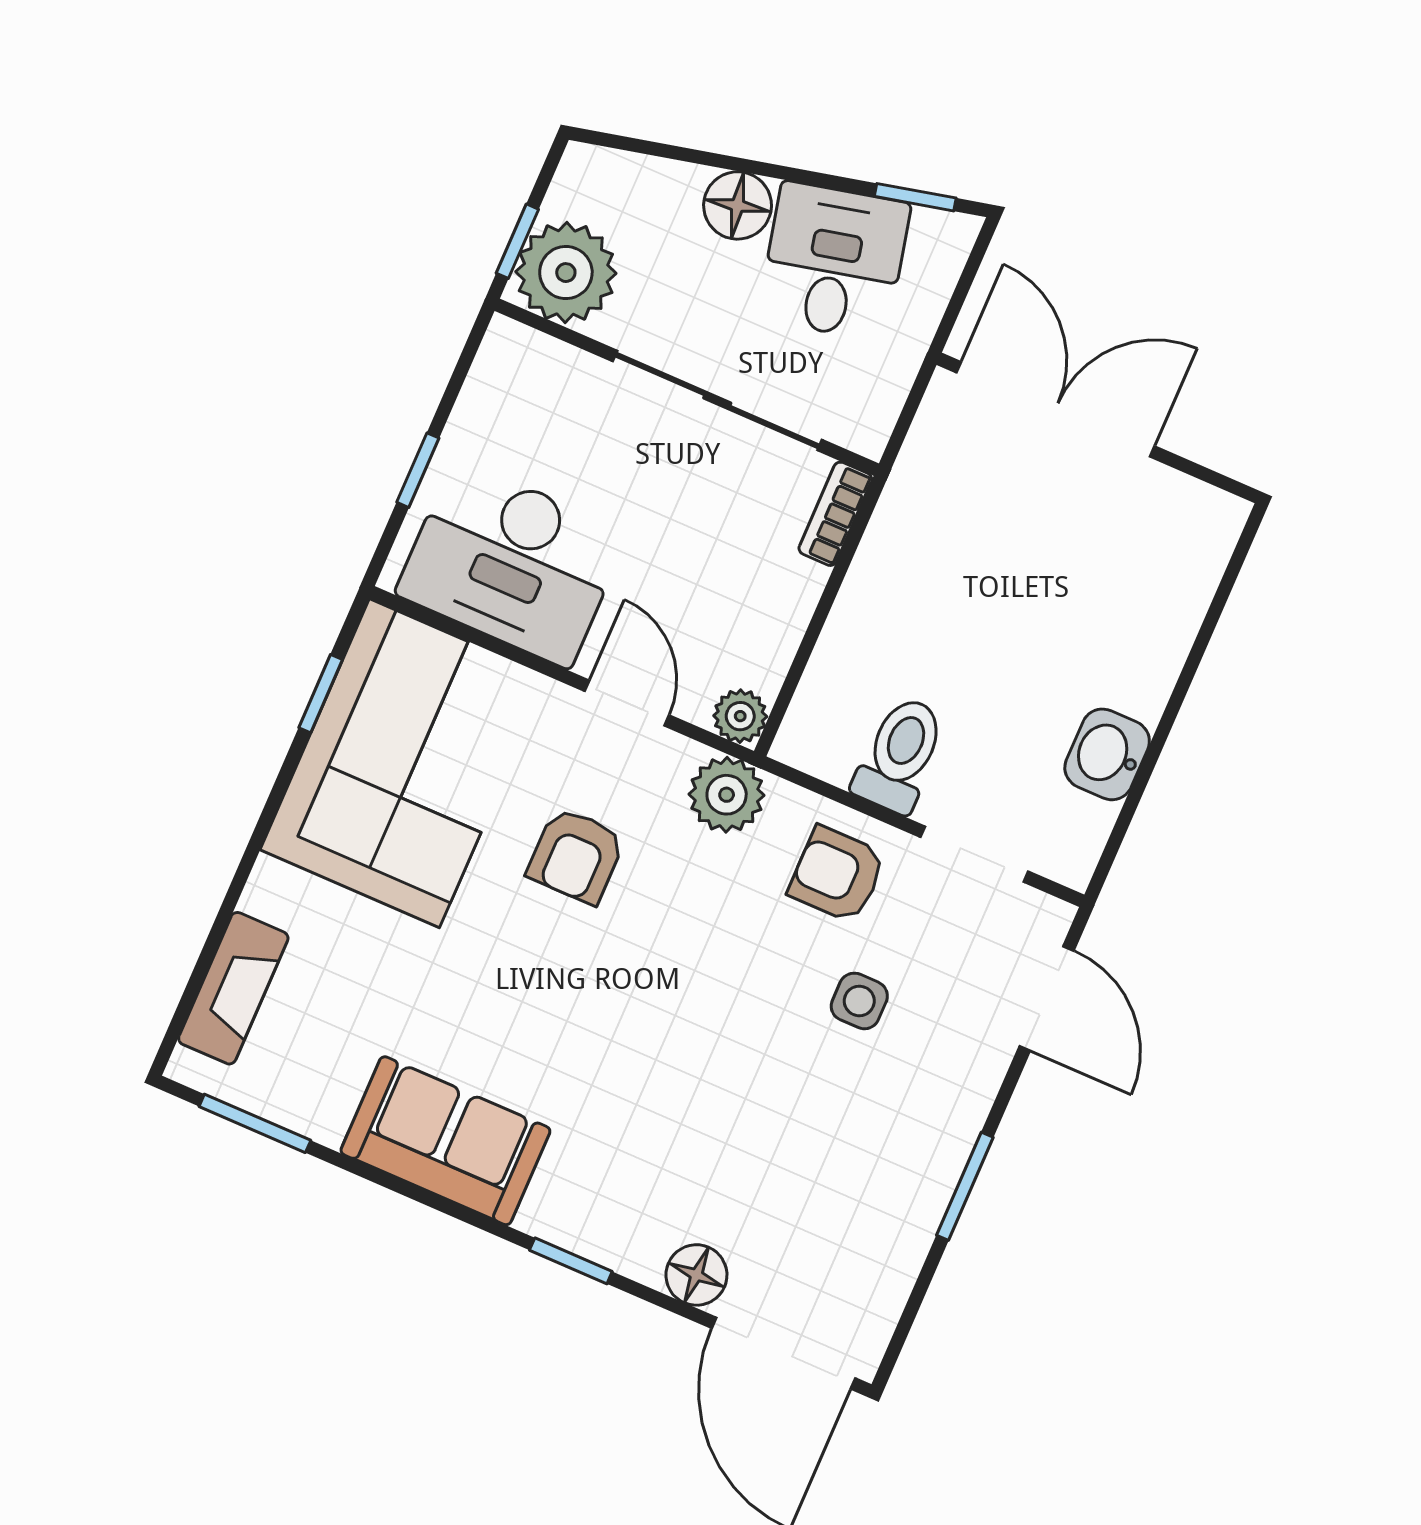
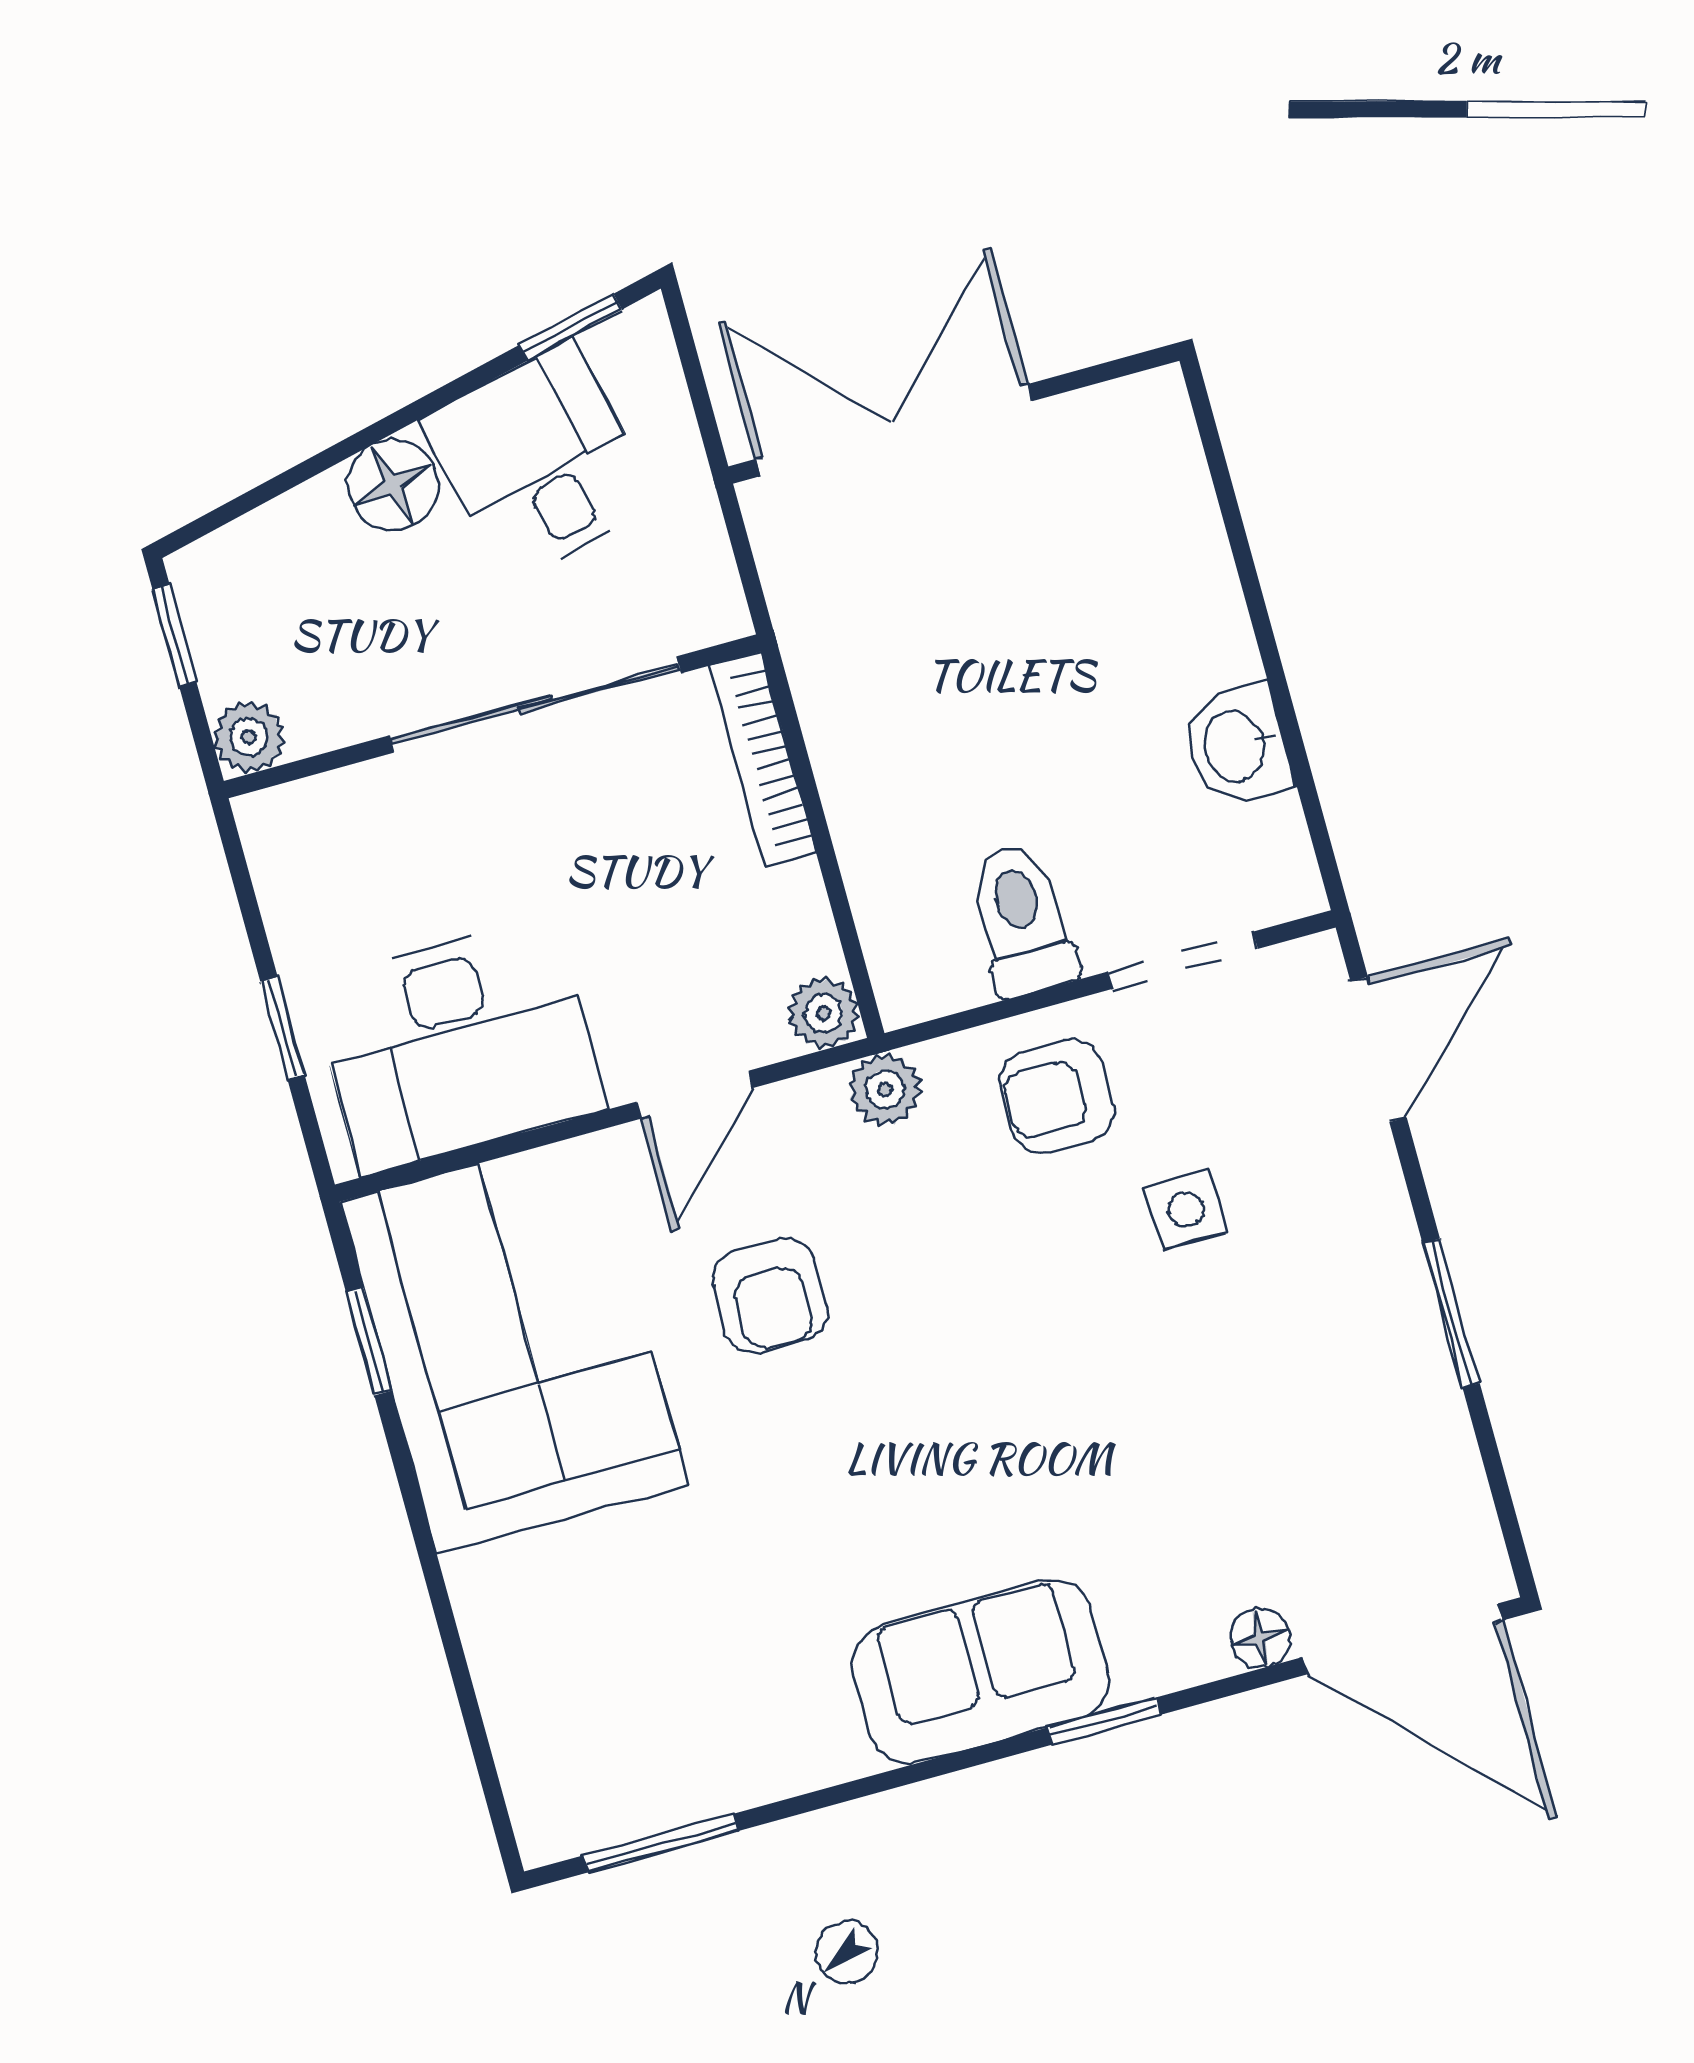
window: (517, 241) -> (174, 636), moved
plant: (566, 273) -> (249, 737), width x0.53, depth x0.53
bookcase: (835, 514) -> (763, 759), width x1.56
door: (627, 703) -> (695, 1095), swing flipped
plant: (727, 795) -> (885, 1089), width x0.73, depth x0.73
fireplace: (233, 988) -> (525, 1721), removed
door: (1047, 998) -> (1379, 1050), hinge flipped
sofa: (445, 1141) -> (981, 1672), moved
floor lamp: (696, 1275) -> (1260, 1638), width x0.73, depth x0.73

